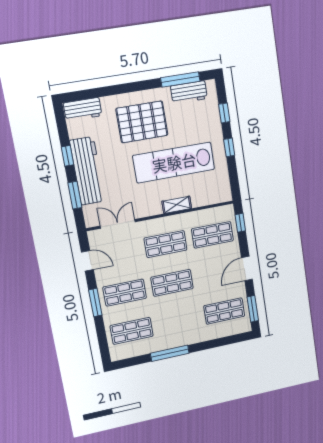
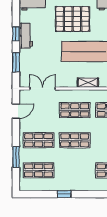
workbench: (87, 171) -> (26, 36), width x0.53, depth x0.76
door: (87, 261) -> (16, 111), hinge flipped
window: (95, 302) -> (16, 157), moved
window: (170, 353) -> (64, 194), width x0.46

